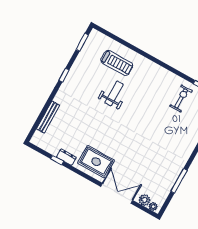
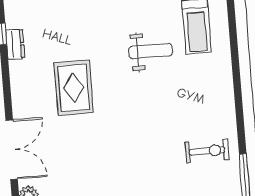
rug: (96, 162) -> (74, 88), moved

